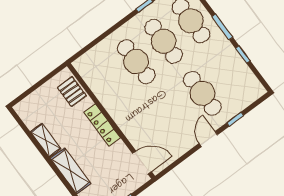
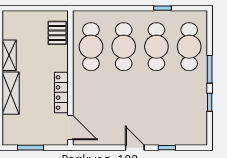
cafe table: (202, 93) -> (91, 47), moved
locker: (102, 125) -> (61, 92), moved
door: (208, 139) -> (135, 148), hinge flipped

